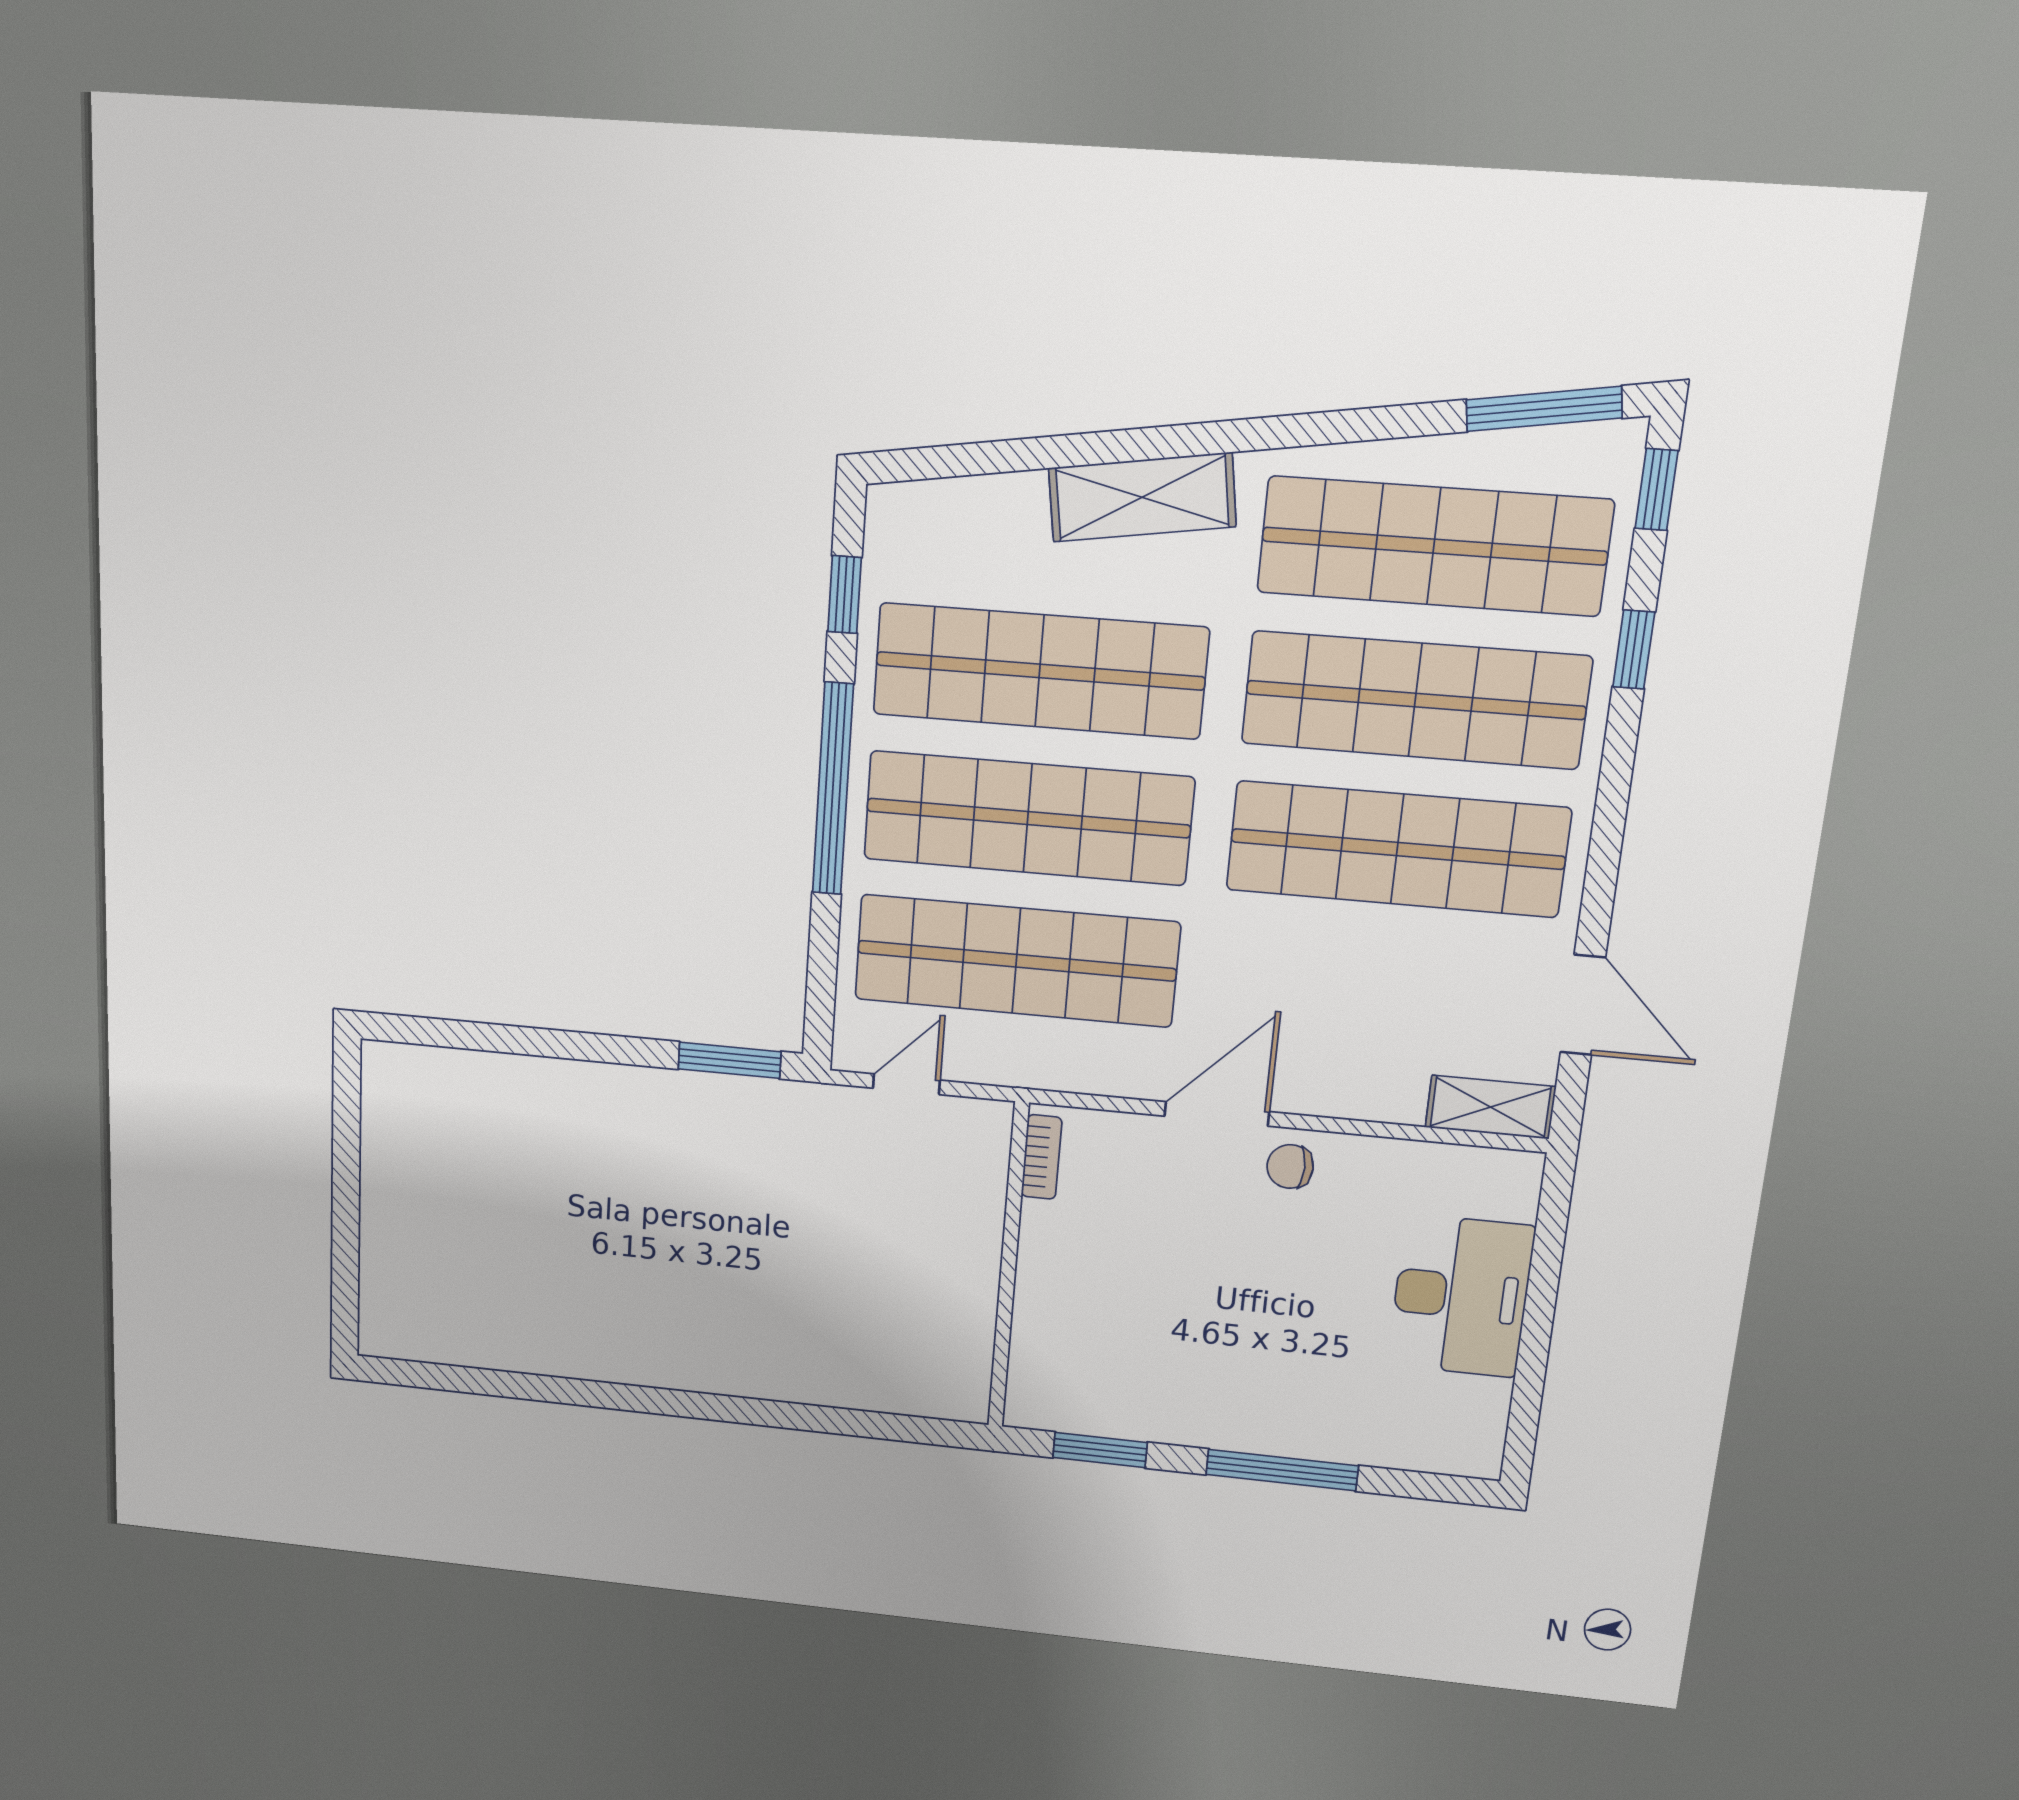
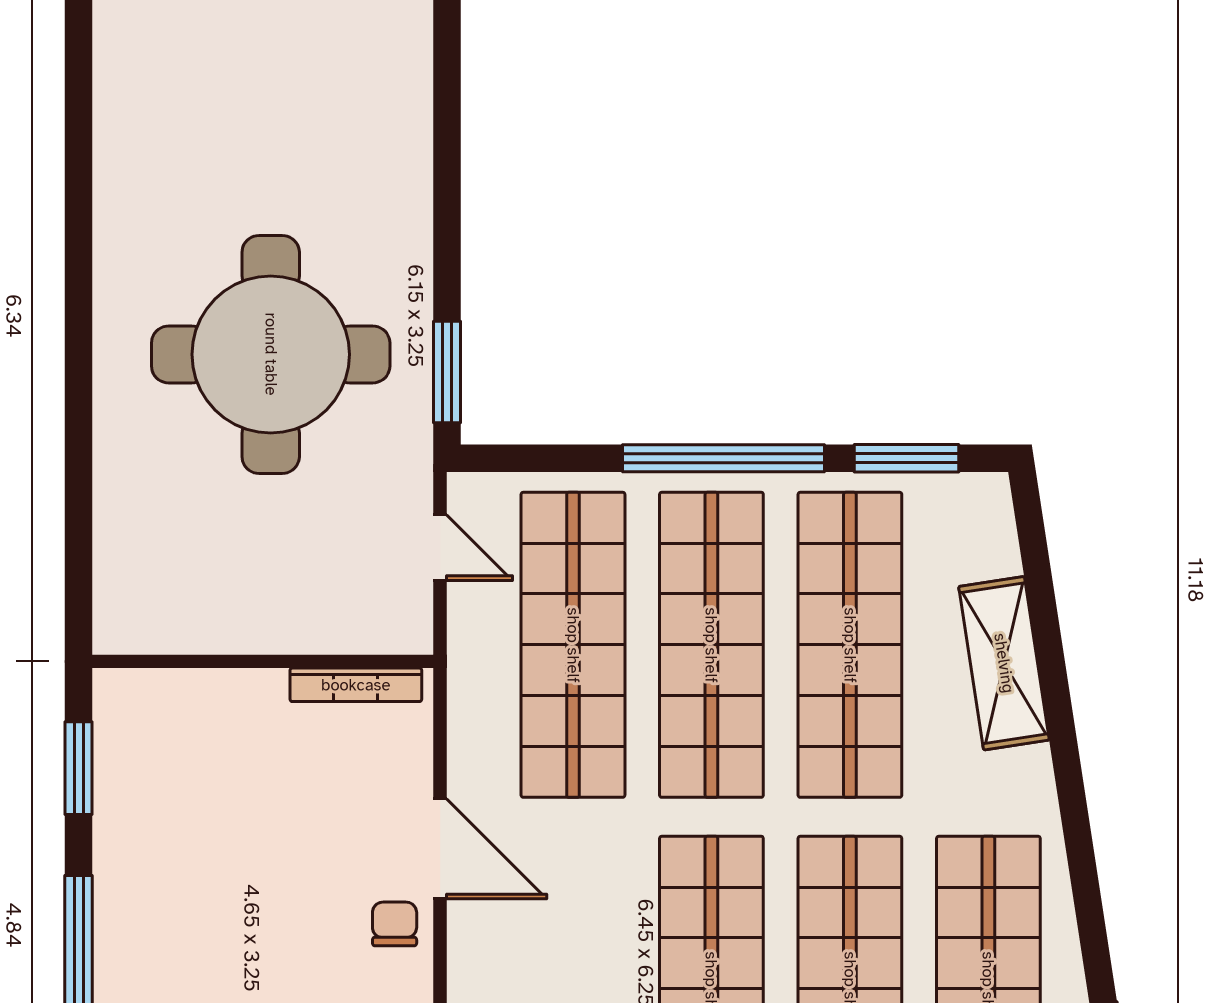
shelving: (1142, 497) -> (1004, 663), moved
window: (845, 595) -> (906, 458), width x1.50
bookcase: (1042, 1157) -> (356, 685), width x1.56
round table: (704, 1228) -> (271, 354), added

